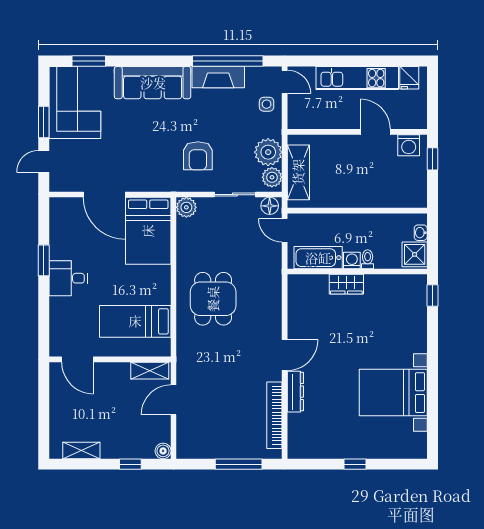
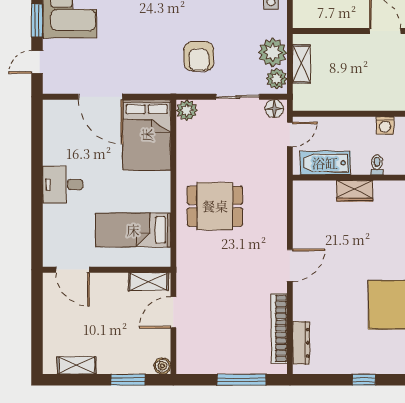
shelving: (298, 172) -> (301, 64), width x0.67, depth x0.75
door: (285, 230) -> (290, 134), swing flipped
window: (44, 260) -> (37, 166), removed
washing machine: (352, 261) -> (385, 125), moved, turned 180
dining table: (213, 299) -> (215, 206), turned 90
dresser: (295, 392) -> (301, 343), moved
window: (130, 464) -> (128, 380), width x1.50

